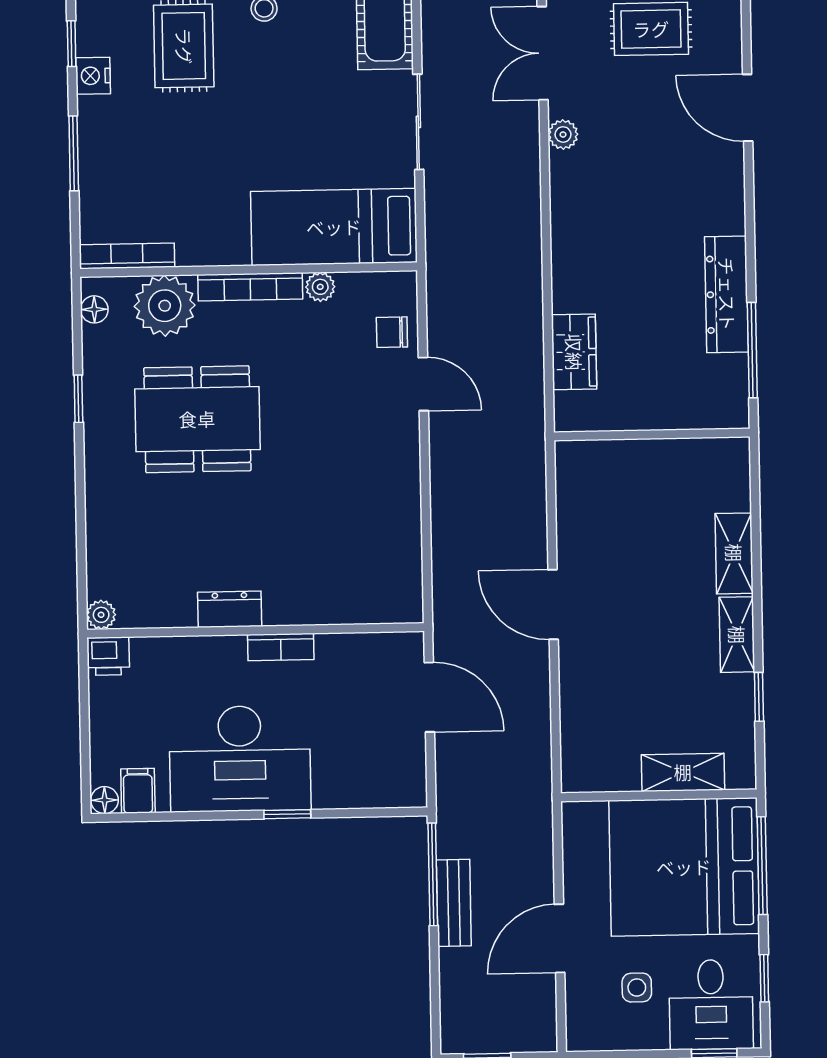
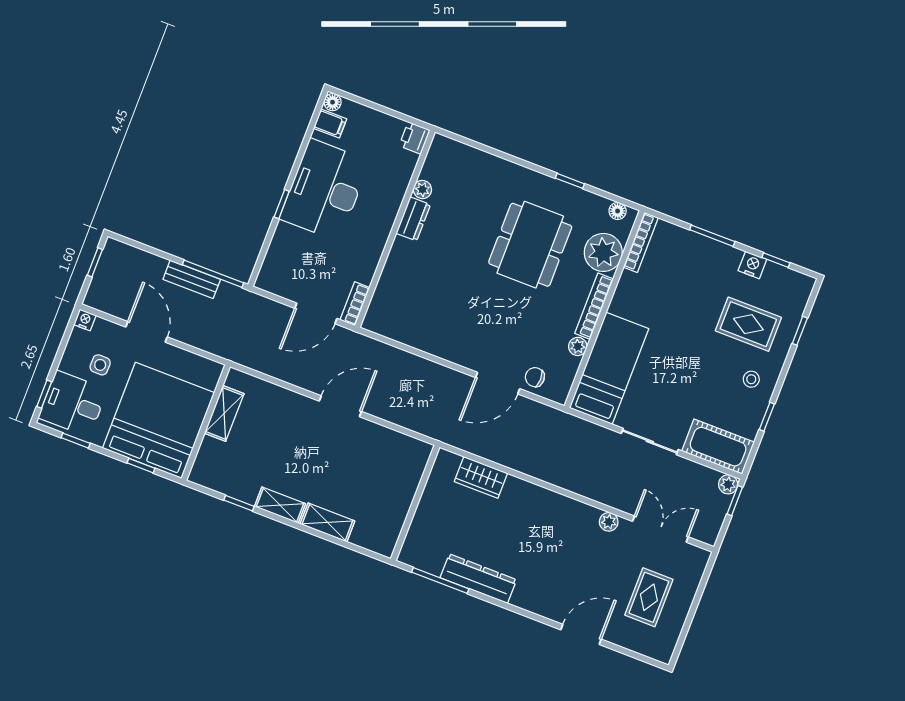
chair: (392, 332) -> (535, 377), turned -90
door: (423, 384) -> (498, 383), width x1.38
plant: (101, 615) -> (422, 190), moved
bookcase: (281, 647) -> (355, 304), moved
shelving: (683, 772) -> (224, 413), moved
window: (762, 866) -> (141, 466), width x0.46
nightstand: (579, 1037) -> (85, 320), added

